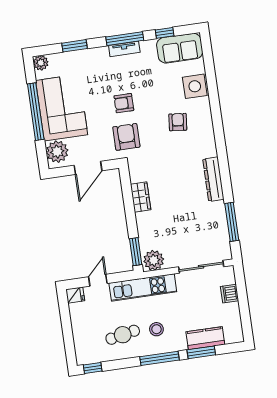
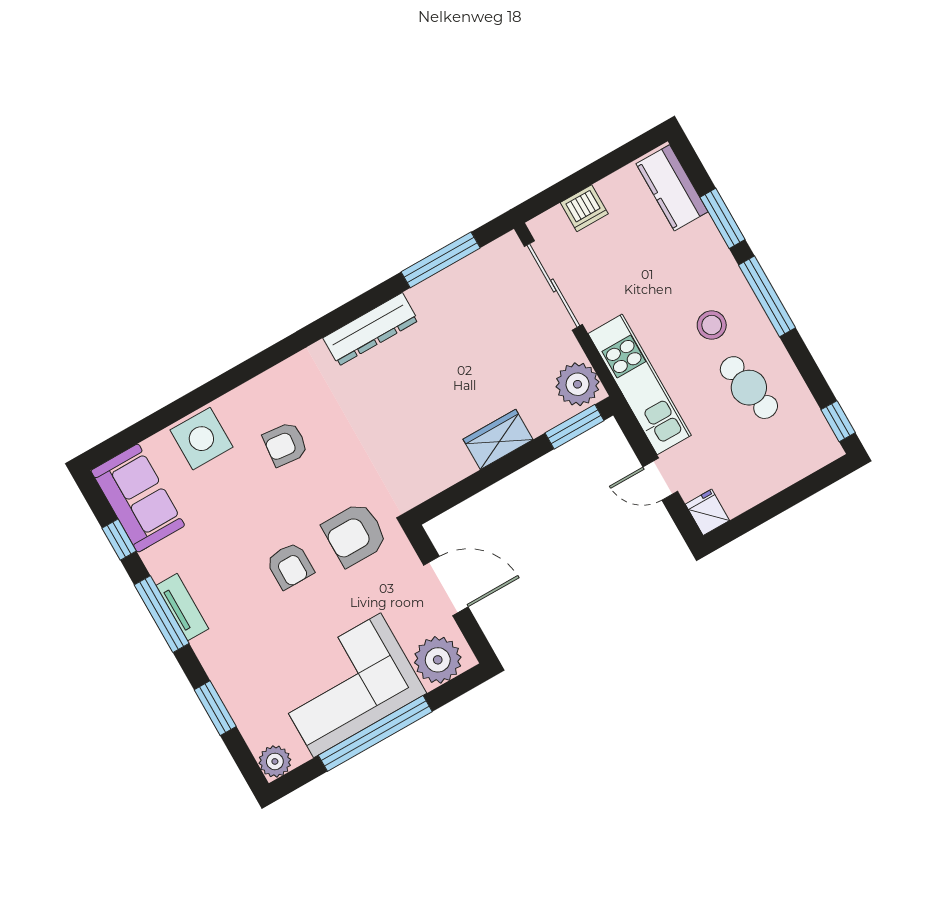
wardrobe: (141, 197) -> (498, 439), moved
kitchen counter: (205, 338) -> (672, 188), moved

